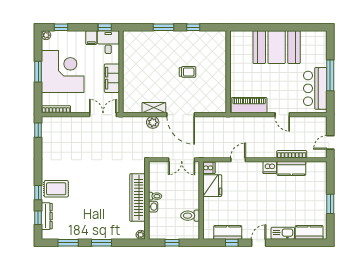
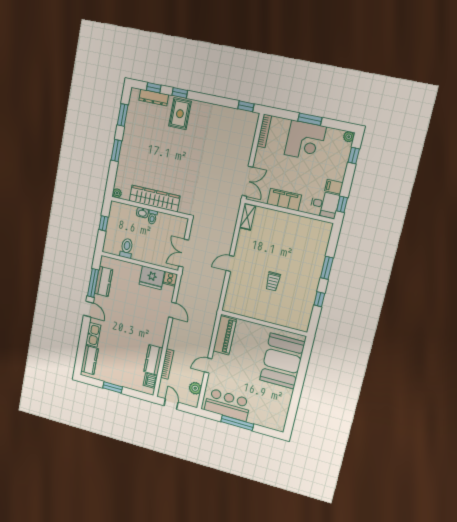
booth: (277, 47) -> (282, 361), moved
corner desk: (63, 72) -> (305, 141), width x0.74, depth x0.74
shelving: (154, 108) -> (248, 217), moved
door: (181, 115) -> (230, 263), width x0.53
plant: (153, 122) -> (195, 388), moved
dishwasher: (270, 168) -> (150, 381), moved
window: (232, 243) -> (93, 283), width x2.17

